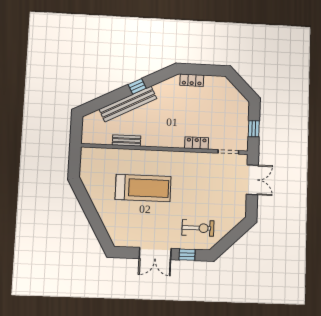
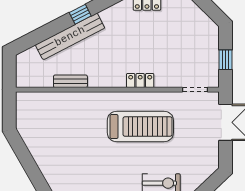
locker: (197, 143) -> (140, 81), moved
treadmill: (143, 188) -> (140, 127), moved

